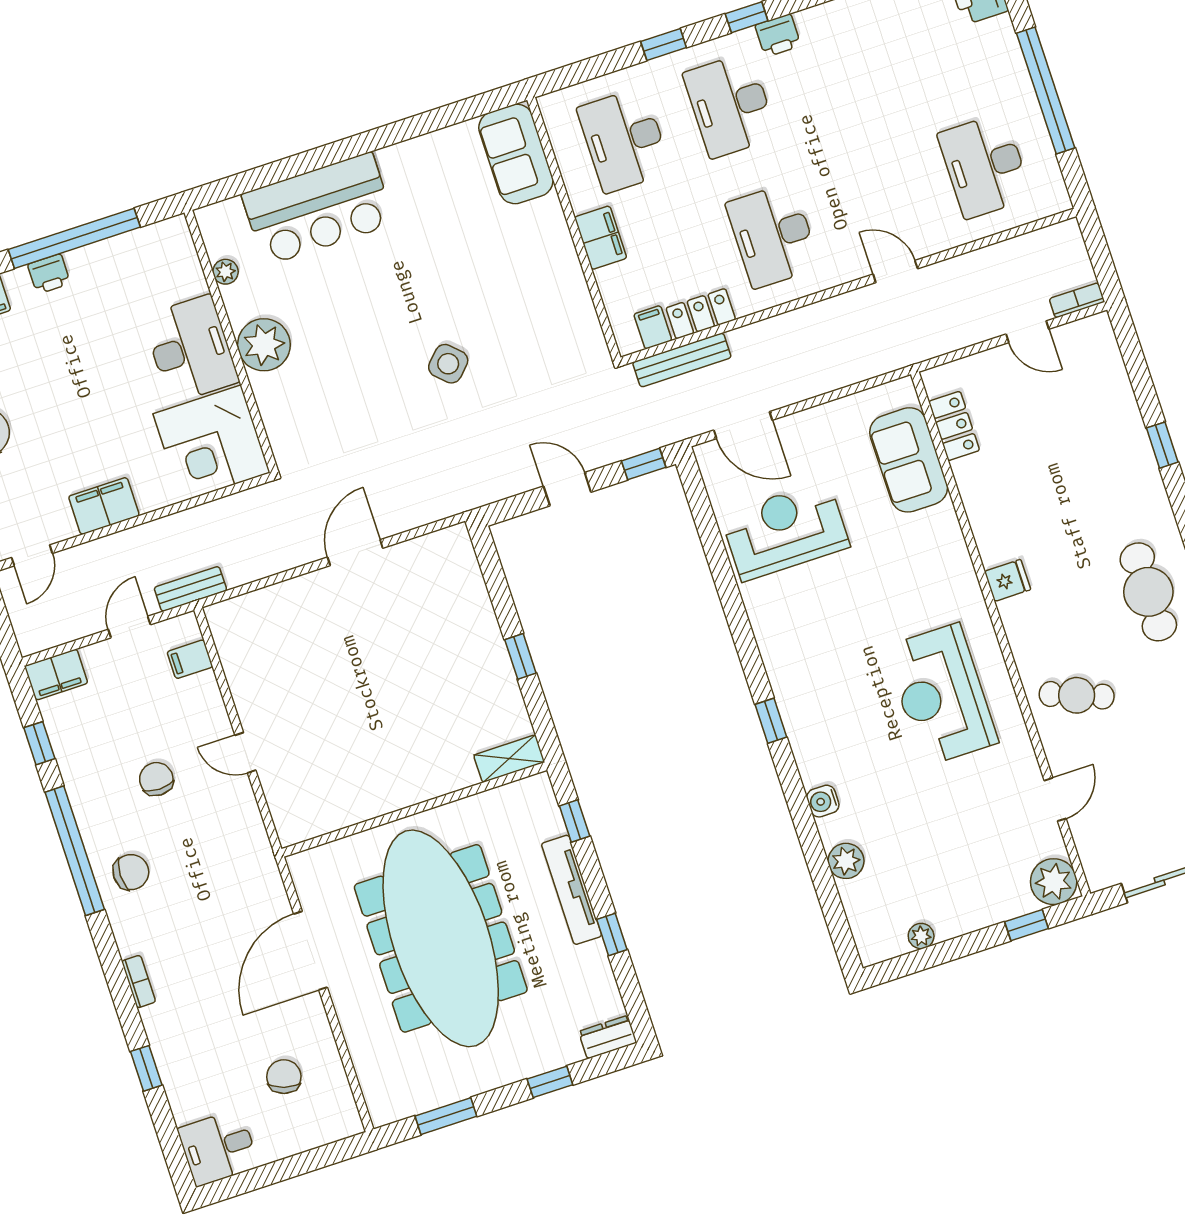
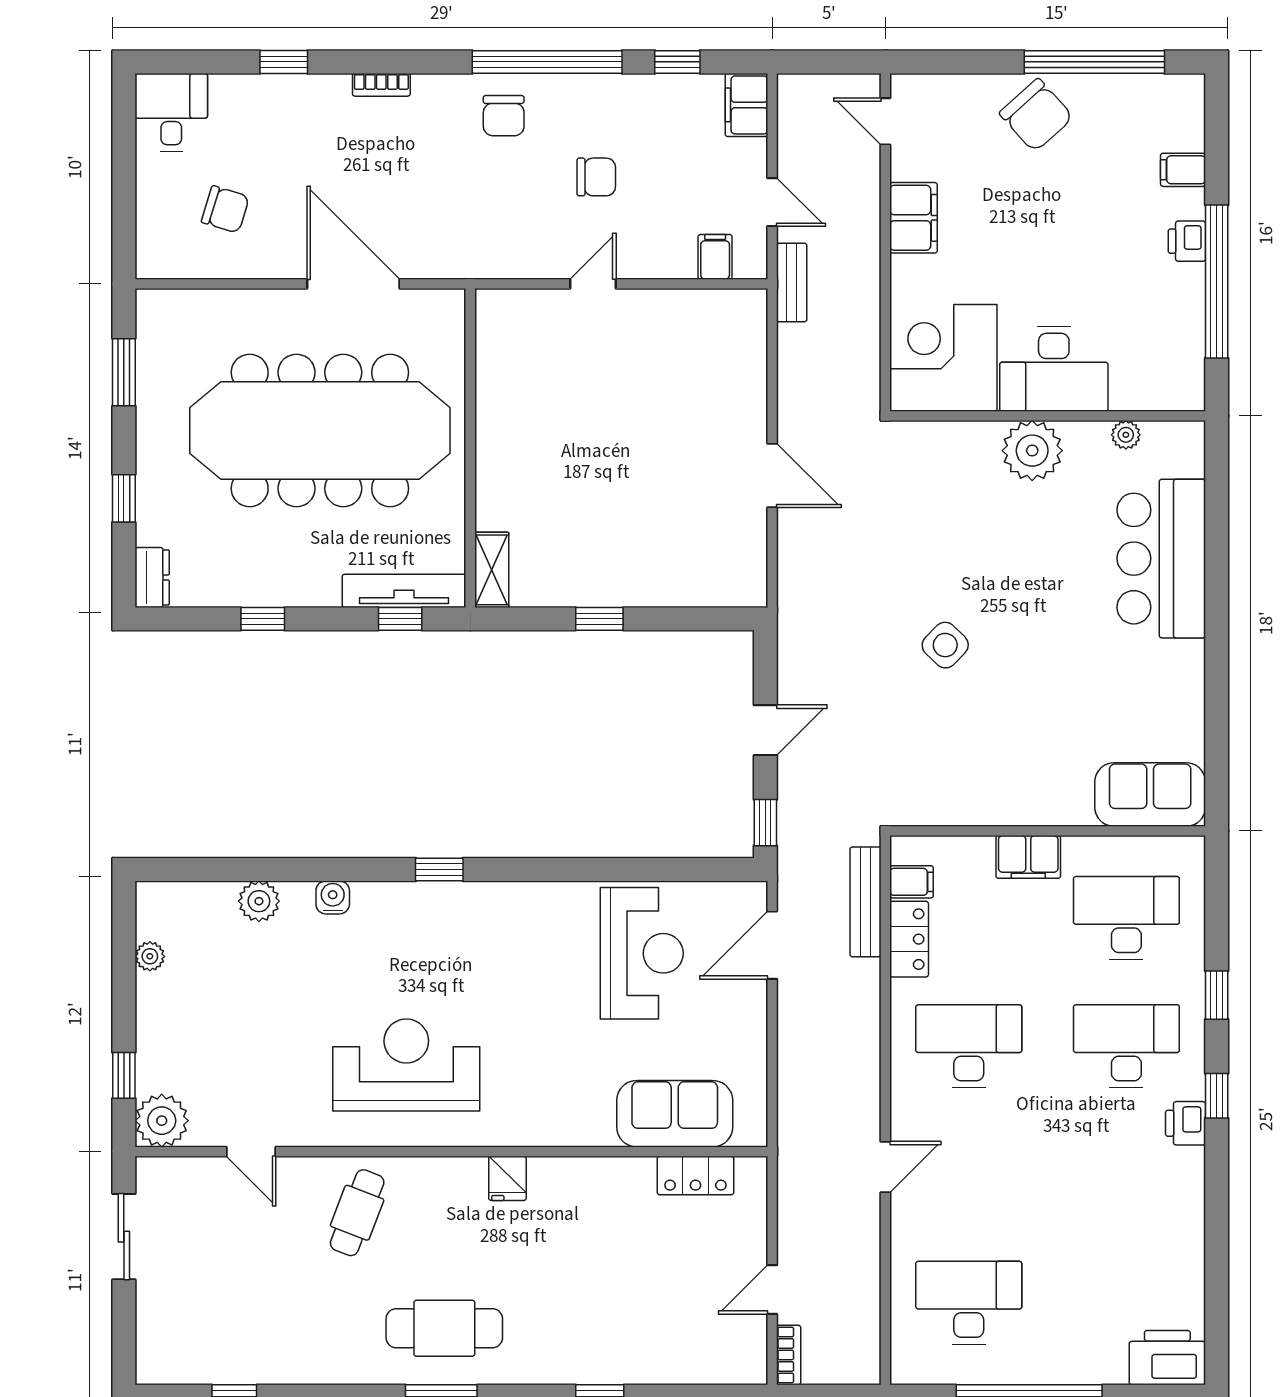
tv unit: (572, 890) -> (404, 591), moved

